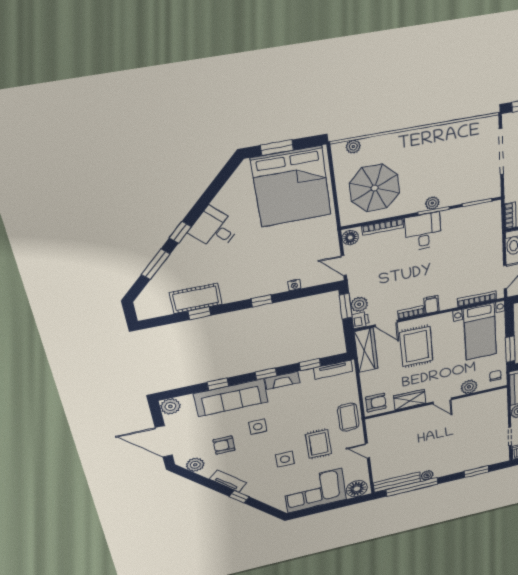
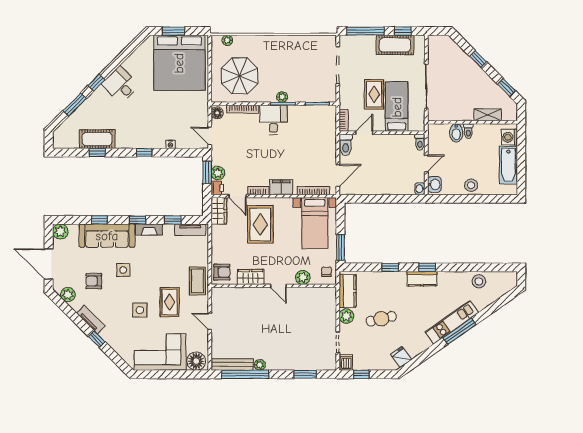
filing cabinet: (431, 305) -> (281, 187), width x2.00
wardrobe: (366, 350) -> (219, 211), width x0.67

